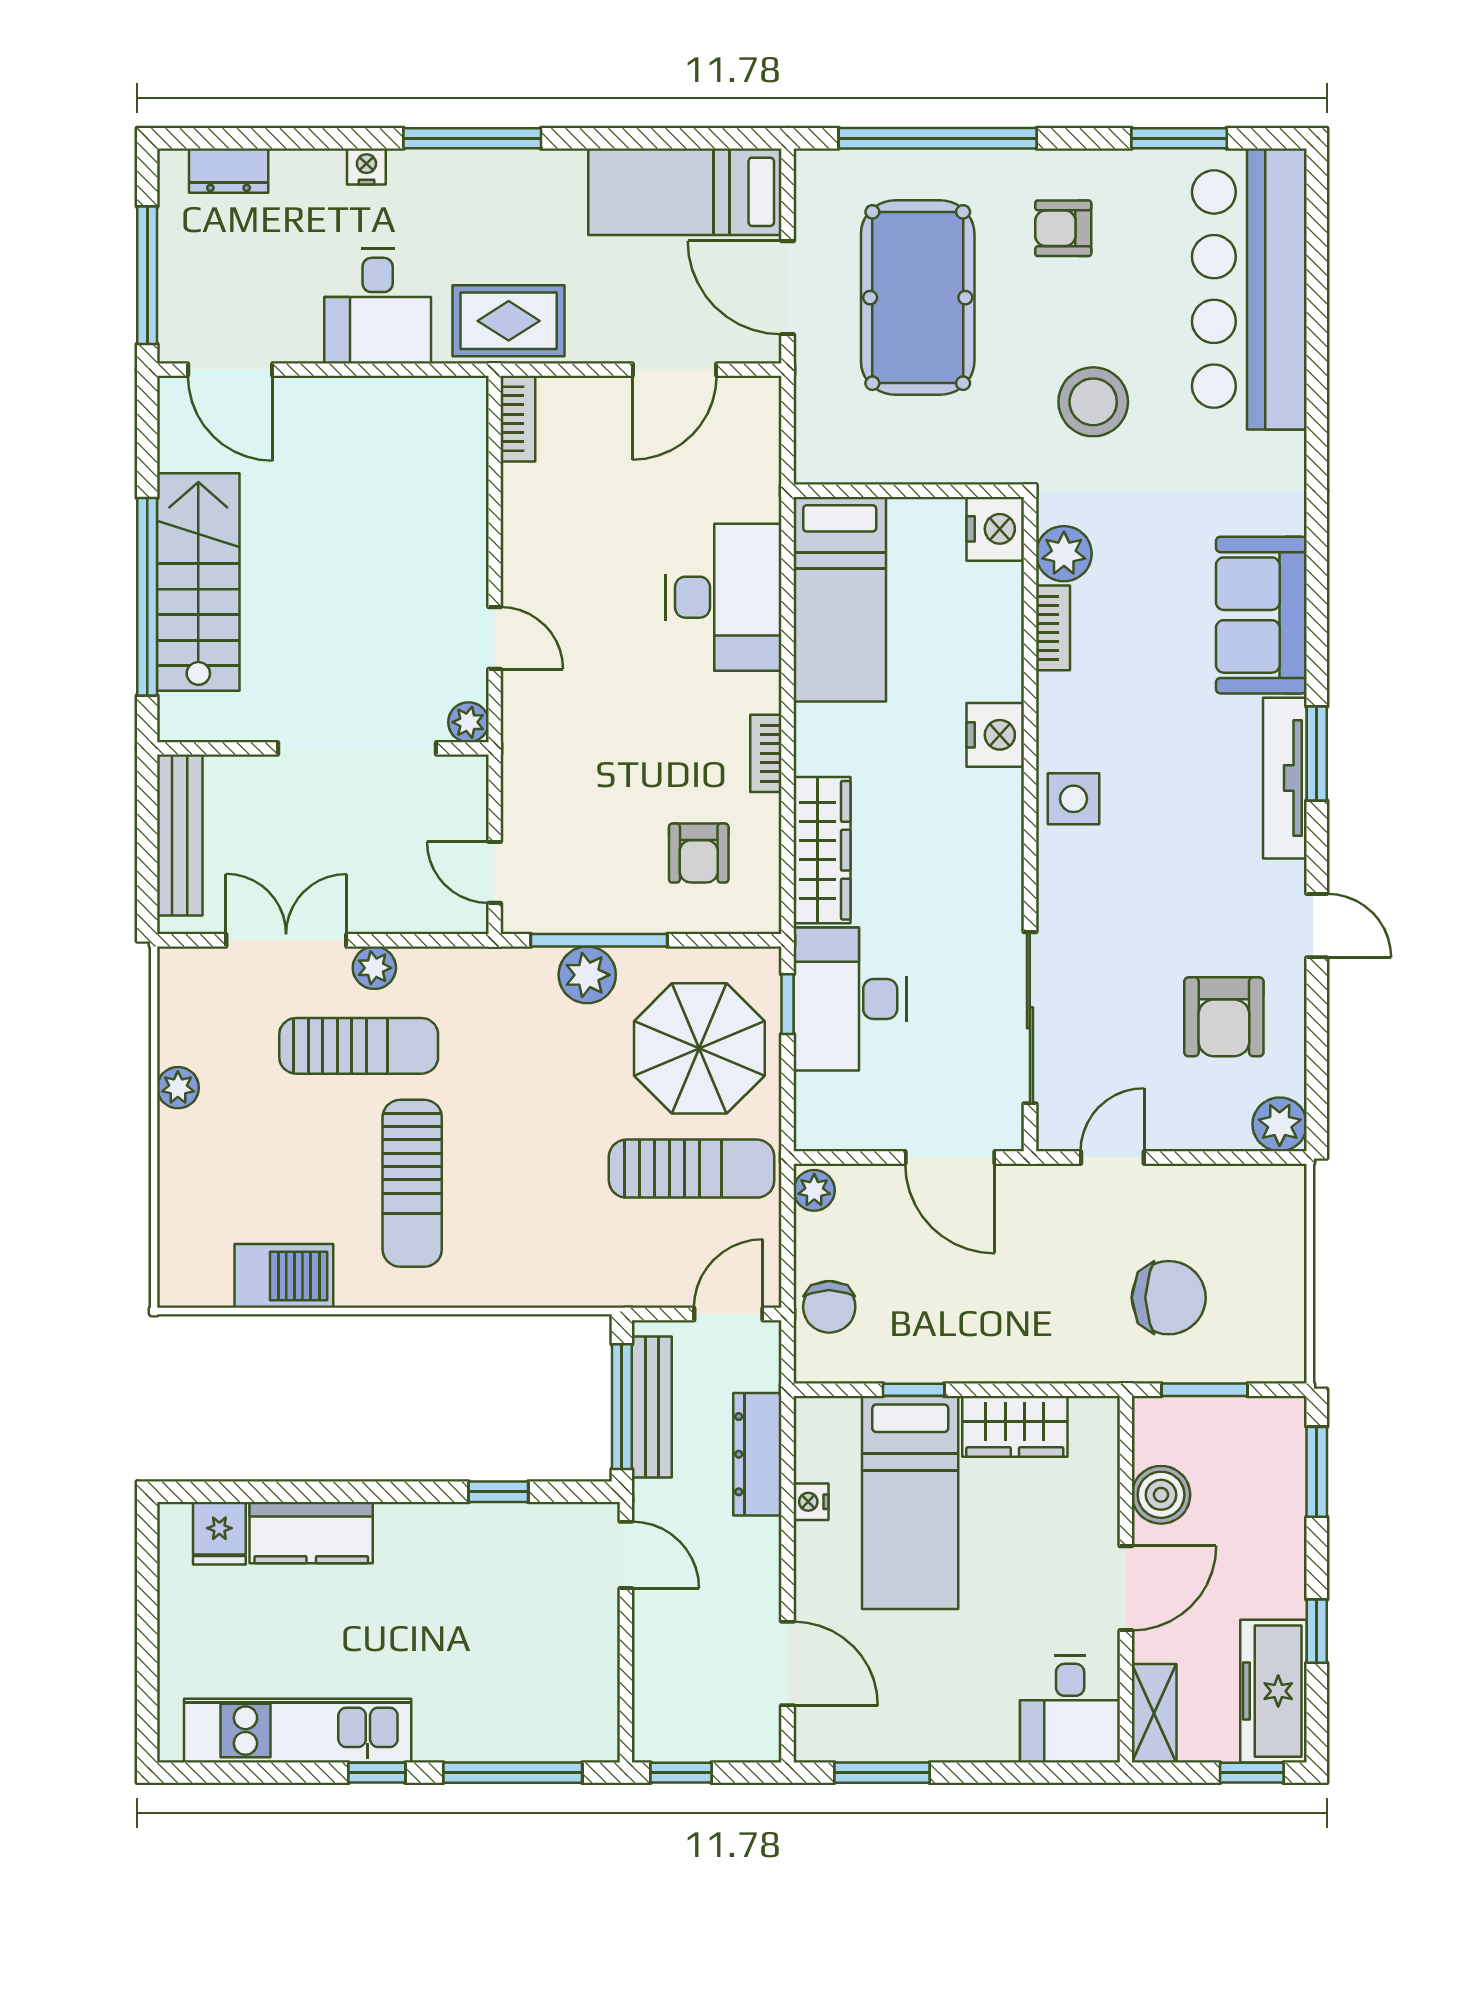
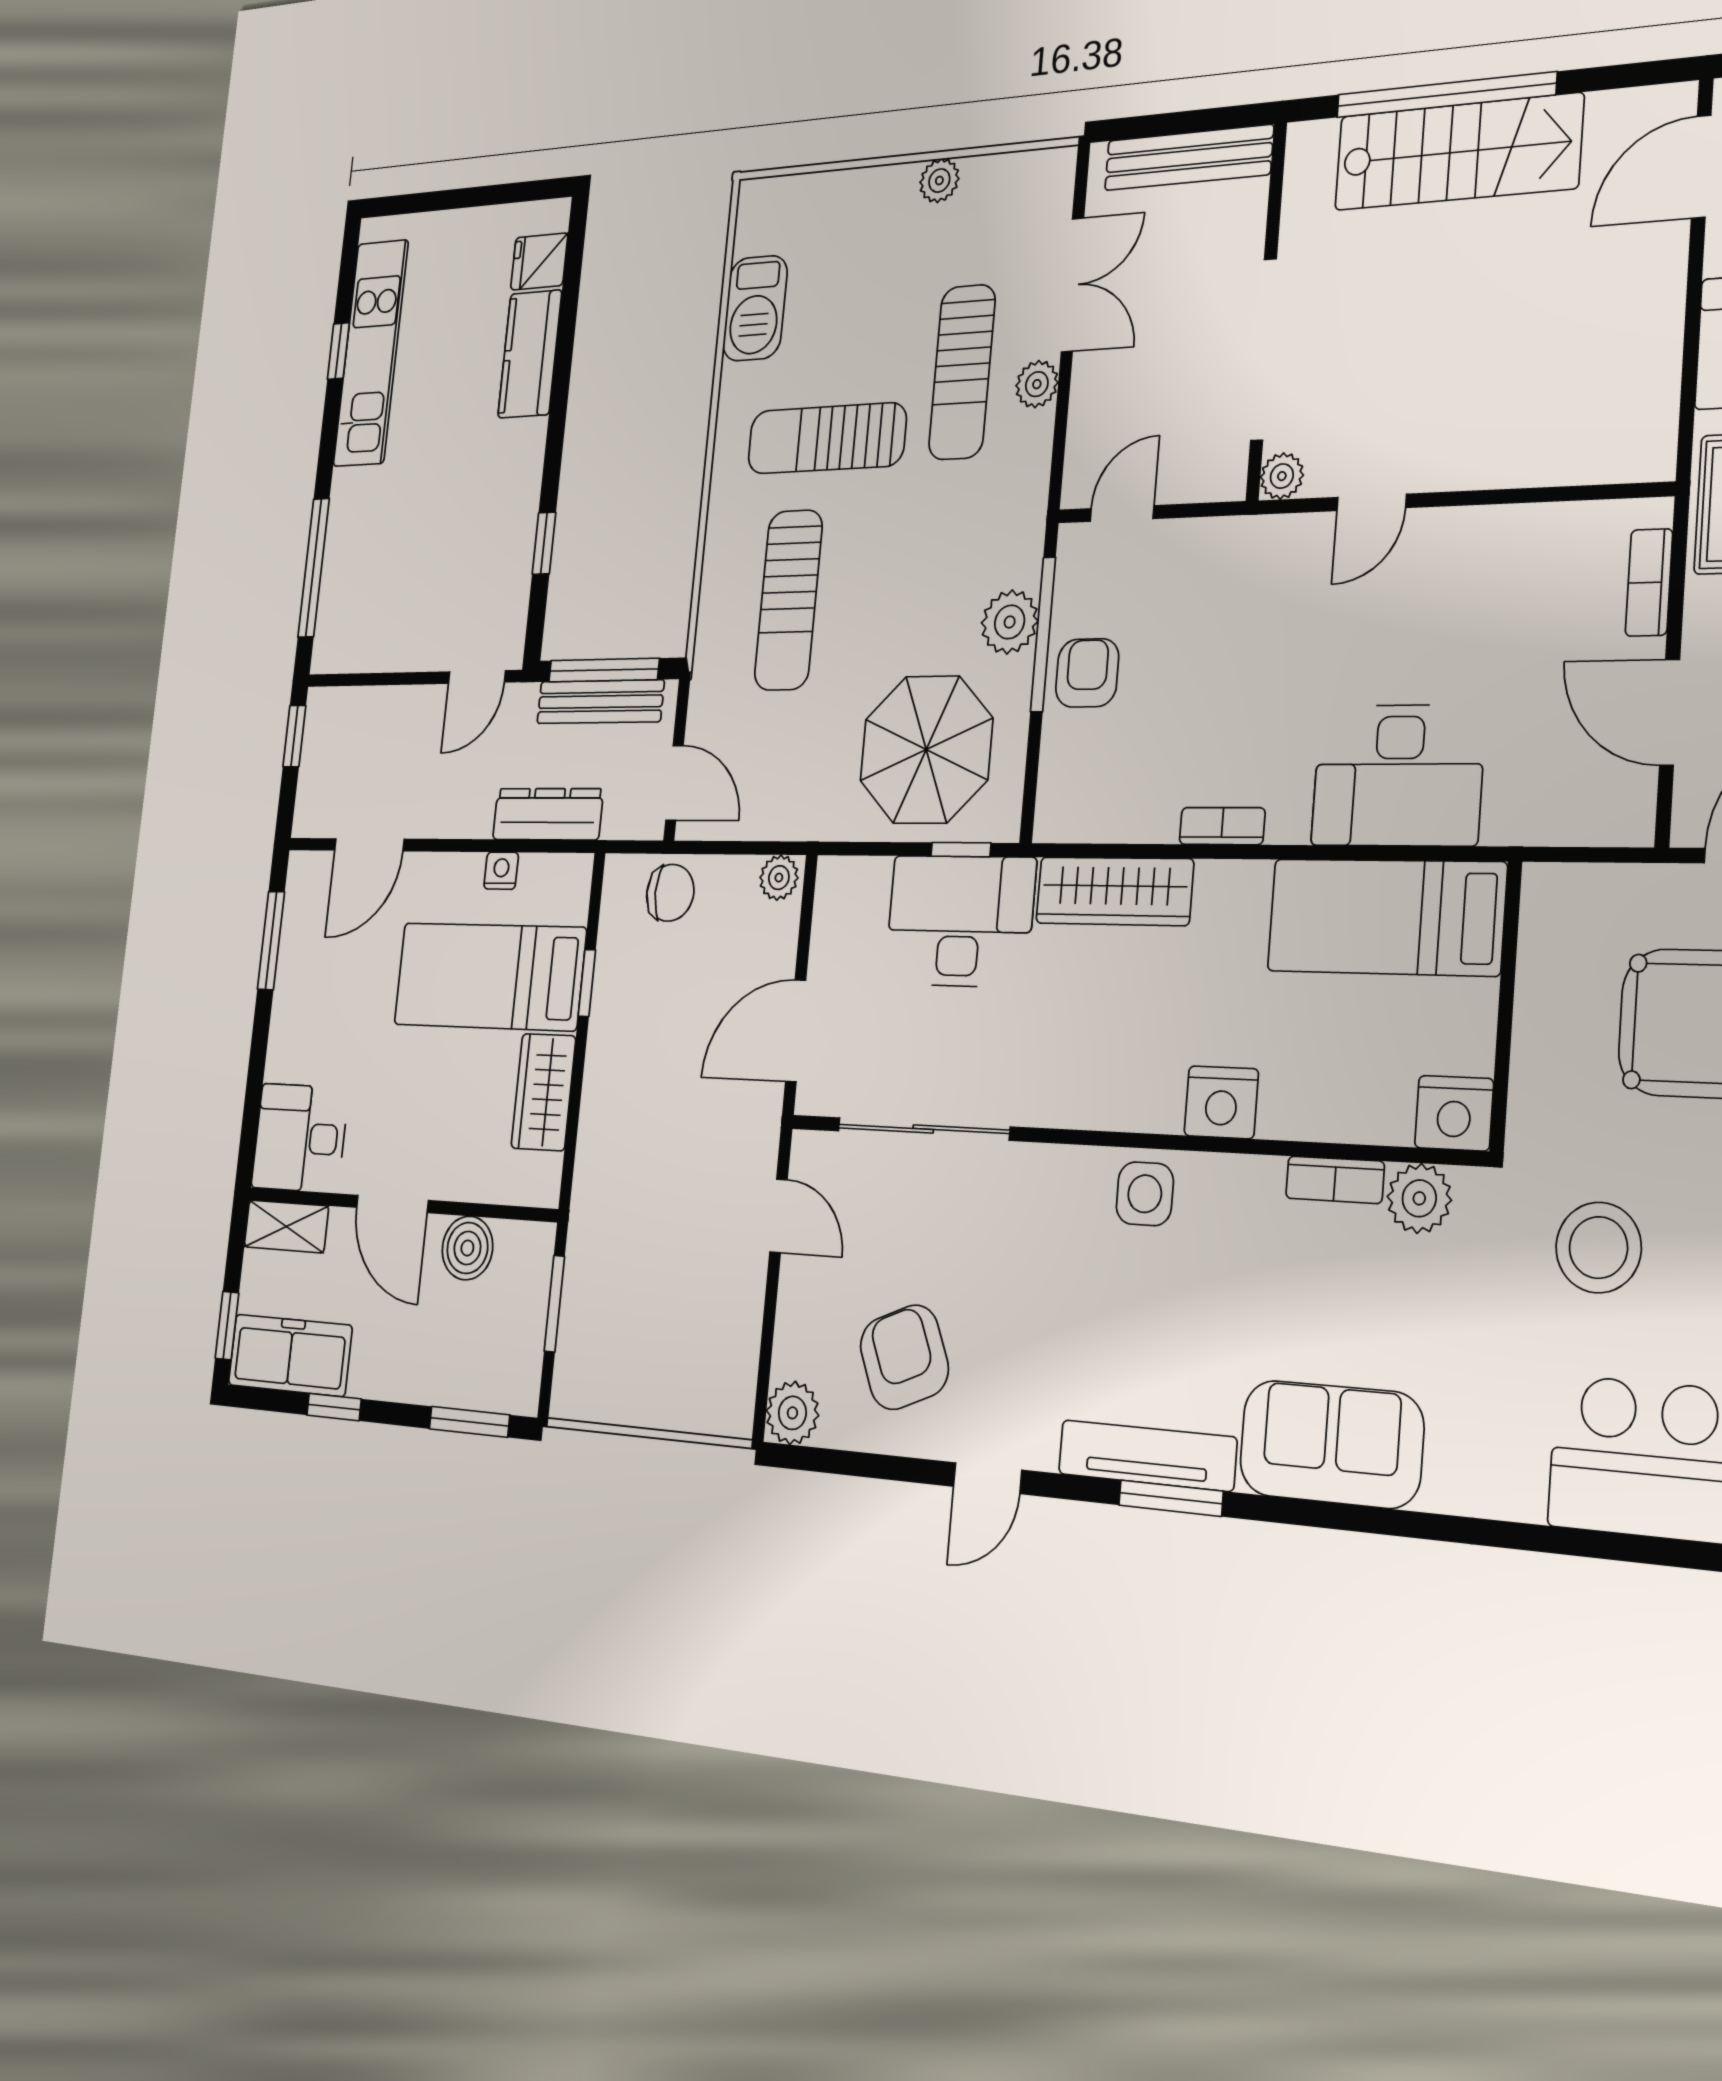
bookcase: (518, 419) -> (1649, 582), moved, turned 90
armchair: (699, 853) -> (1087, 673), moved, turned 90
armchair: (1224, 1017) -> (904, 1357), turned 67
sun lounger: (692, 1169) -> (788, 600), moved
chair: (1169, 1298) -> (641, 1270), removed
chair: (829, 1307) -> (670, 893), turned 180
window: (377, 1773) -> (338, 351), moved

